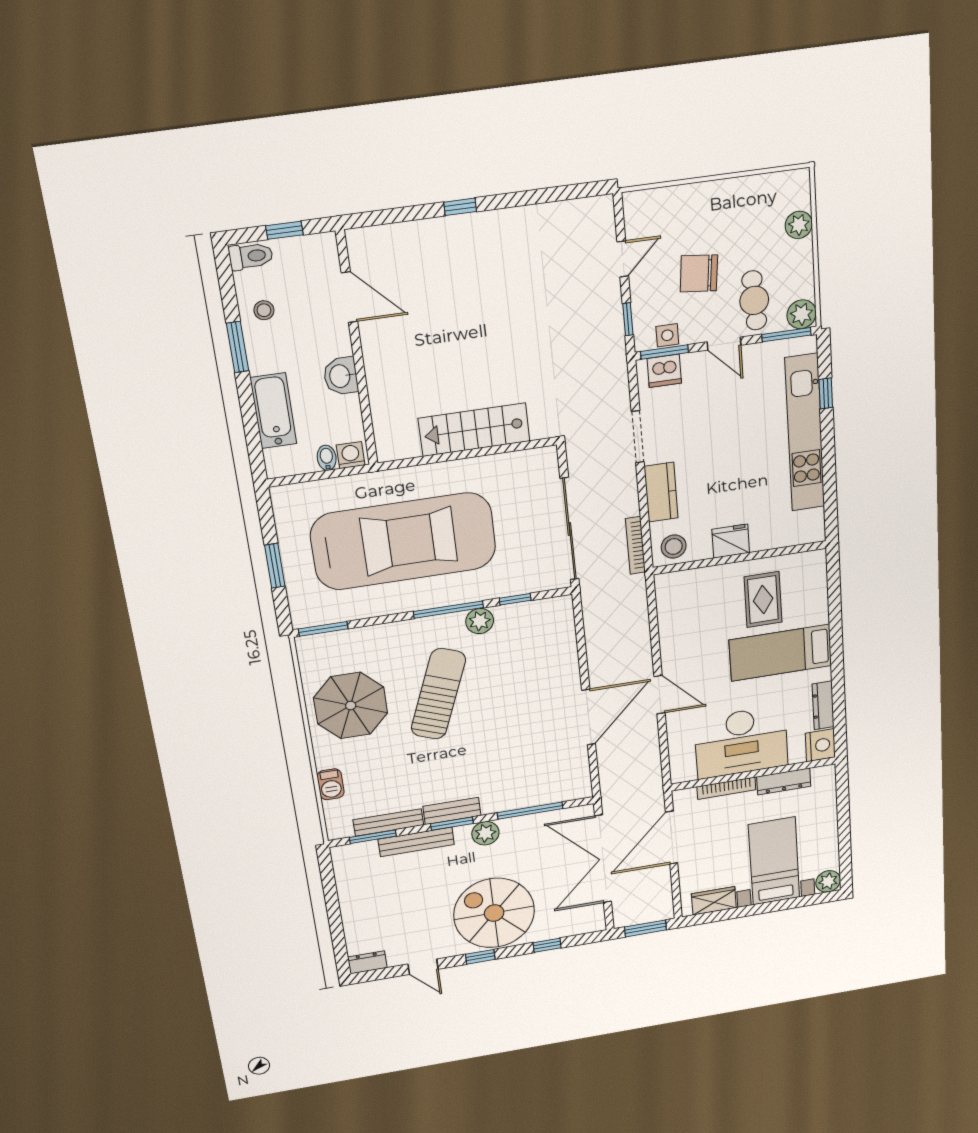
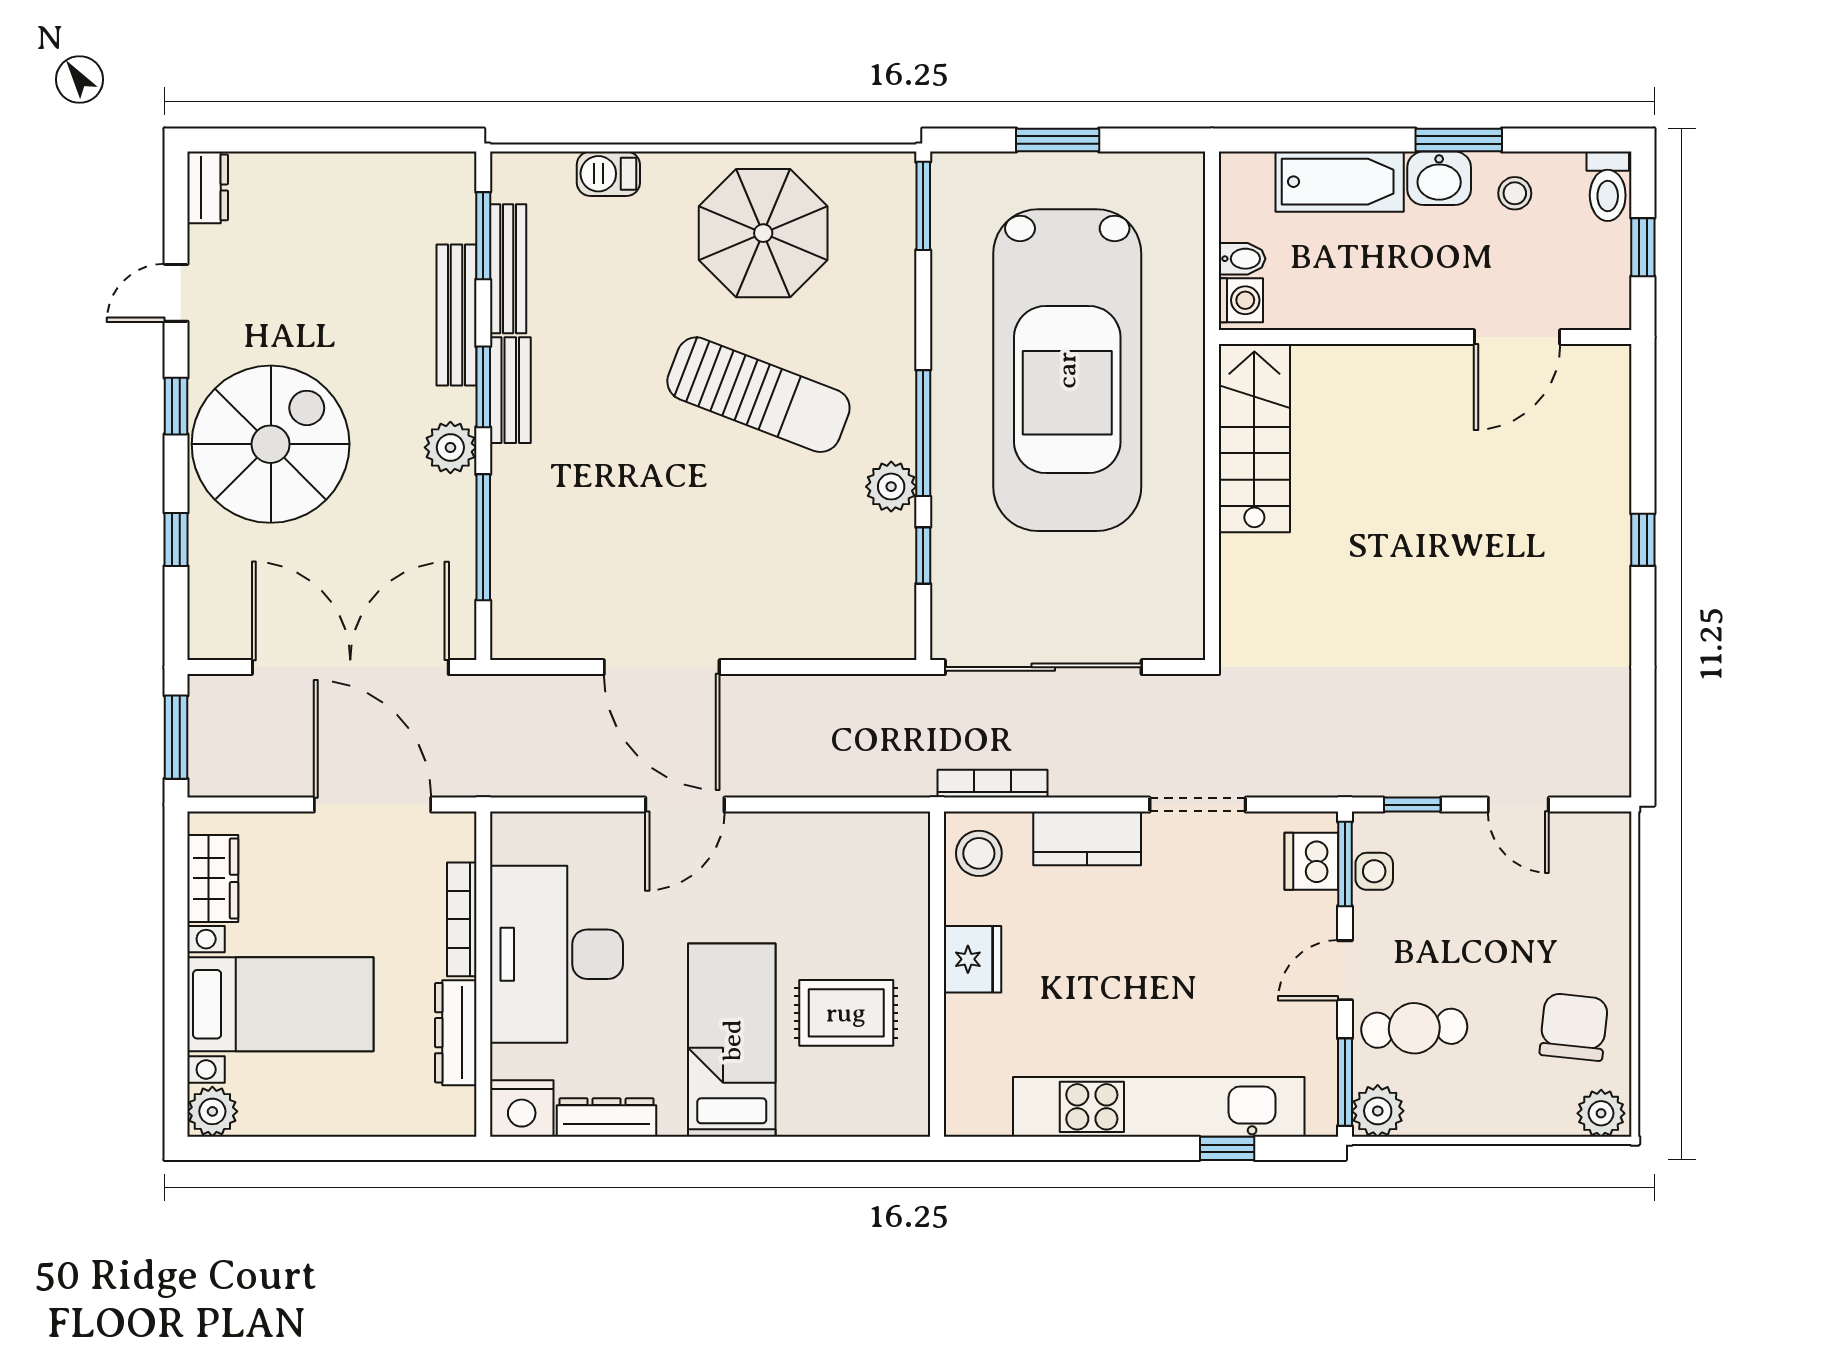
plant: (799, 225) -> (1601, 1113), moved
chair: (699, 273) -> (1574, 1027), moved
washbasin: (341, 376) -> (1439, 178), moved, turned 180
stairs: (474, 430) -> (1254, 438), moved

